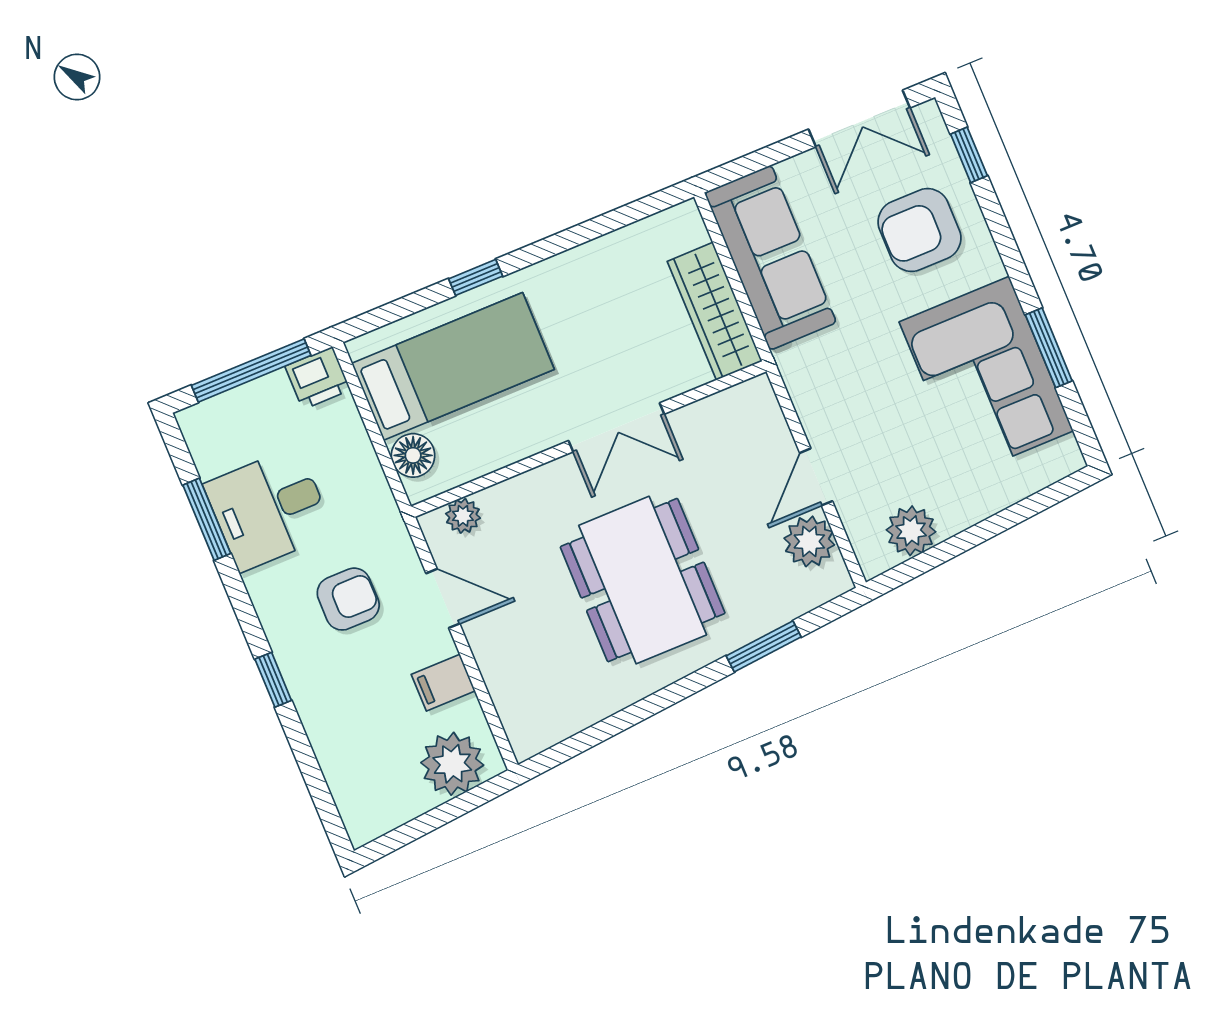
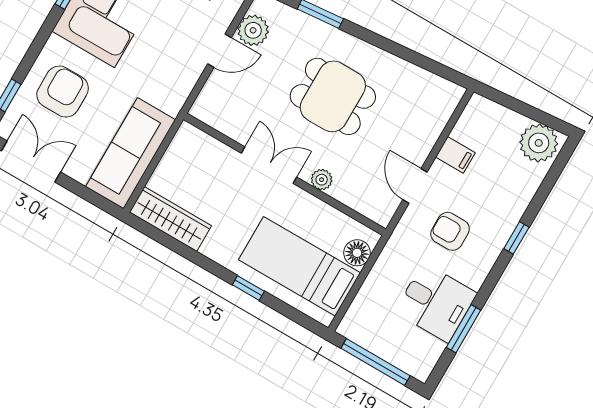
armchair: (920, 230) -> (63, 92), turned -90
wardrobe: (715, 311) -> (170, 219), moved, turned -90
printer: (318, 378) -> (355, 327), removed
plant: (463, 516) -> (322, 180), moved
dining table: (643, 580) -> (333, 96), width x0.73
plant: (452, 764) -> (539, 143), moved

